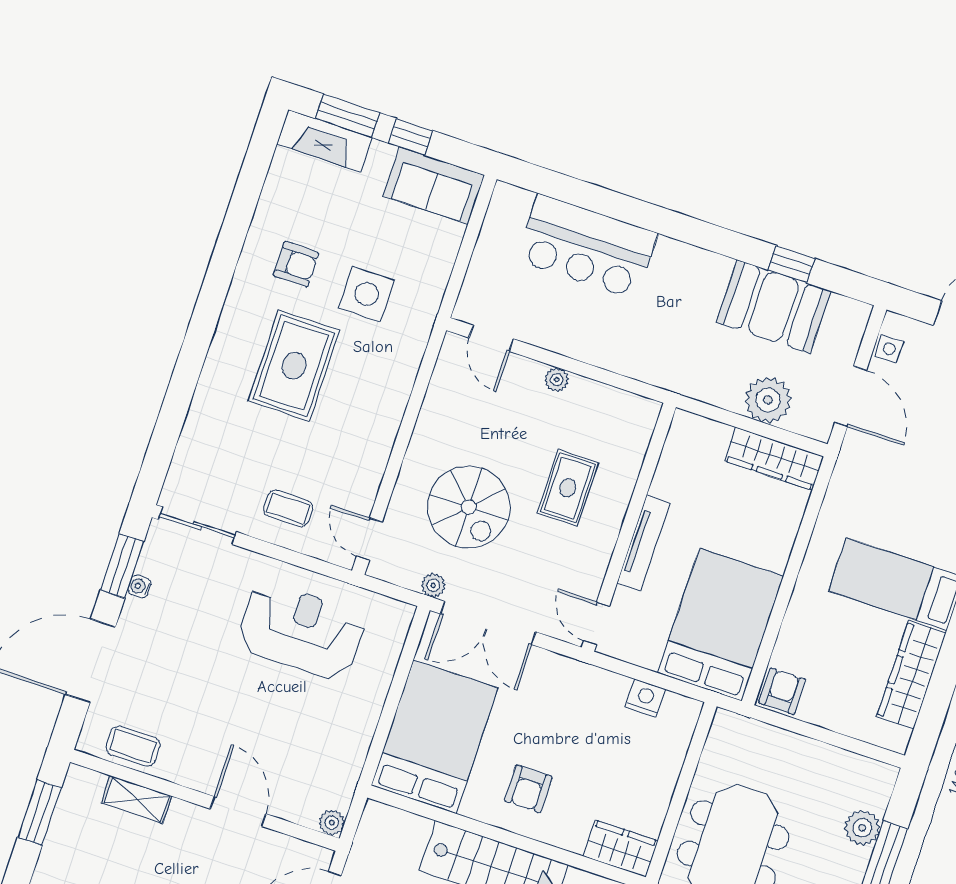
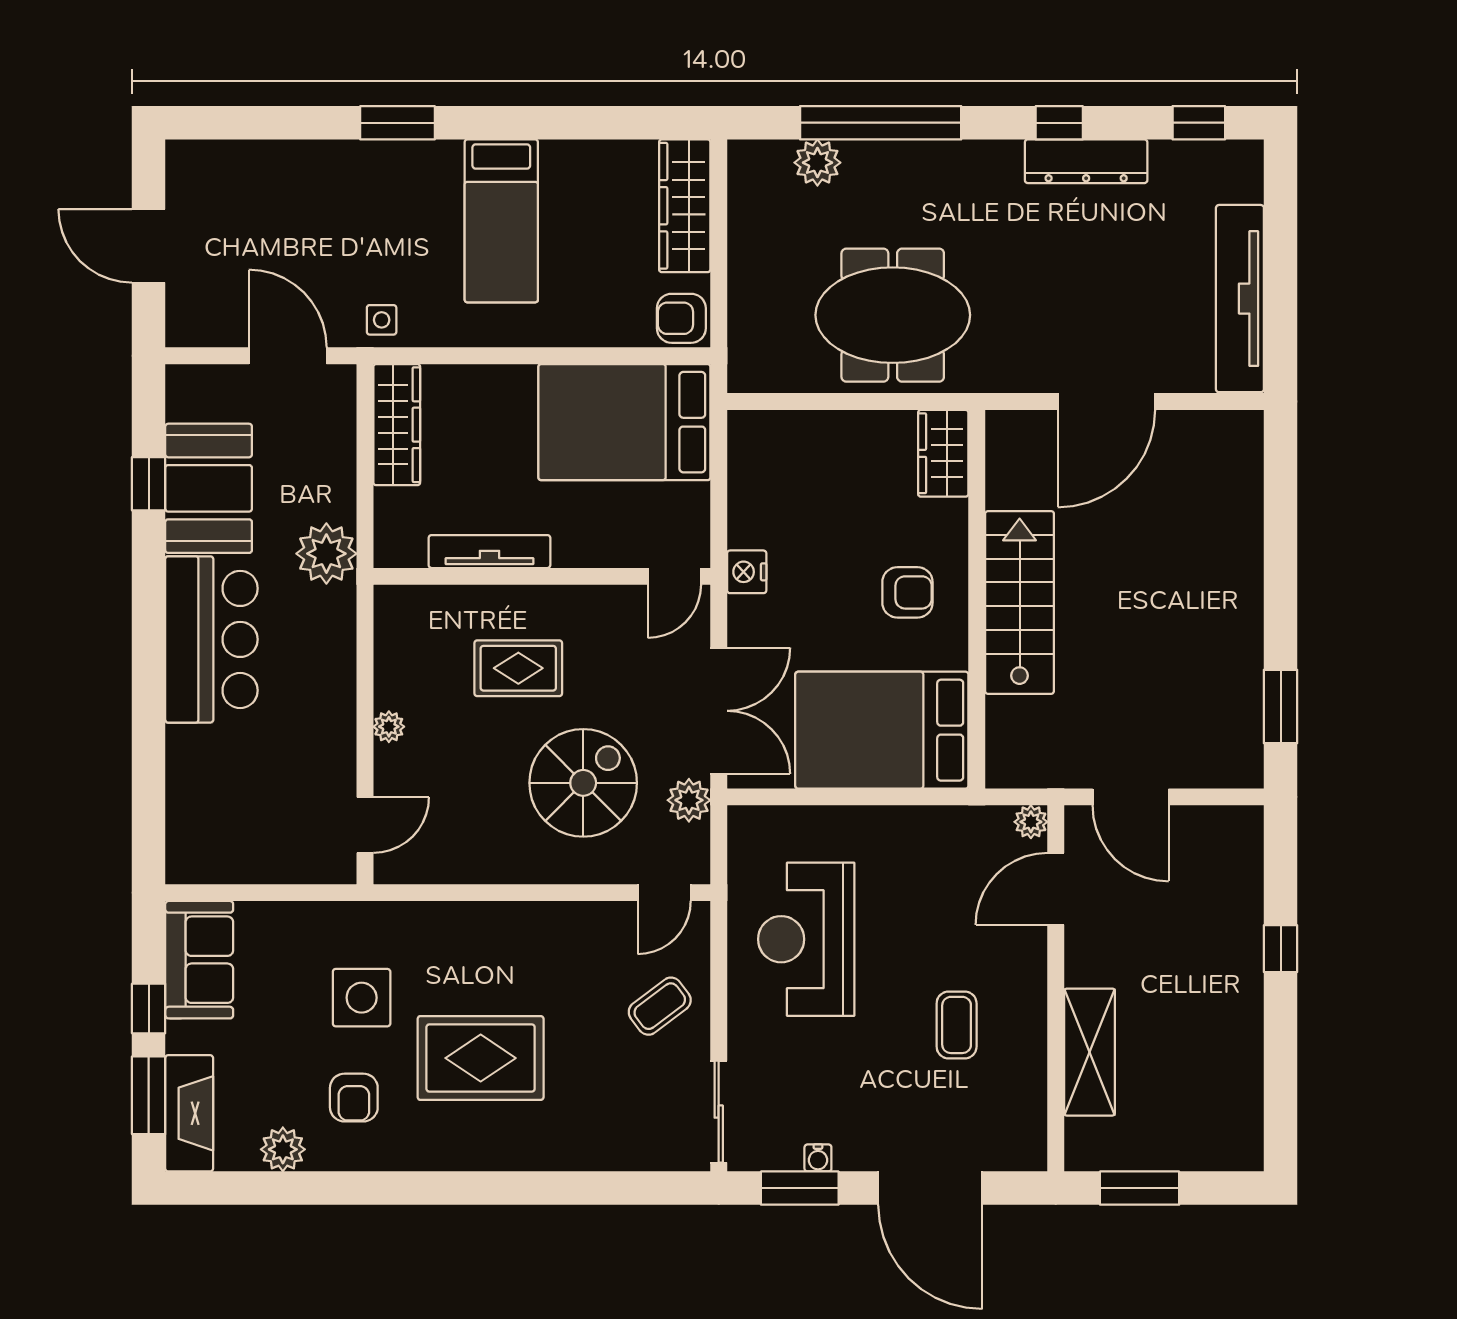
plant: (276, 200) -> (283, 1149), added
bar counter: (587, 247) -> (211, 639), moved
armchair: (296, 264) -> (354, 1098), turned 180
side table: (889, 349) -> (382, 320), moved
door: (851, 396) -> (288, 356), hinge flipped
plant: (768, 400) -> (326, 554), moved
coffee table: (288, 508) -> (660, 1006), turned 53
tv unit: (643, 543) -> (489, 552), moved
plant: (433, 585) -> (689, 800), width x1.38, depth x1.38
wardrobe: (911, 675) -> (685, 206), moved, turned 90
nightstand: (645, 698) -> (747, 572), moved
coffee table: (133, 746) -> (957, 1025), moved
shelving: (137, 799) -> (1090, 1052), width x1.50, depth x1.33
door: (238, 811) -> (1056, 889), moved

